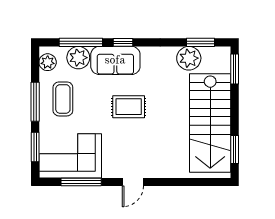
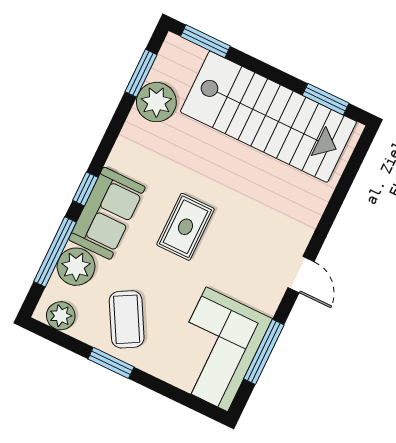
coffee table: (63, 99) -> (127, 319), turned 61
window: (35, 102) -> (111, 363), width x0.69
window: (35, 147) -> (178, 395), removed

